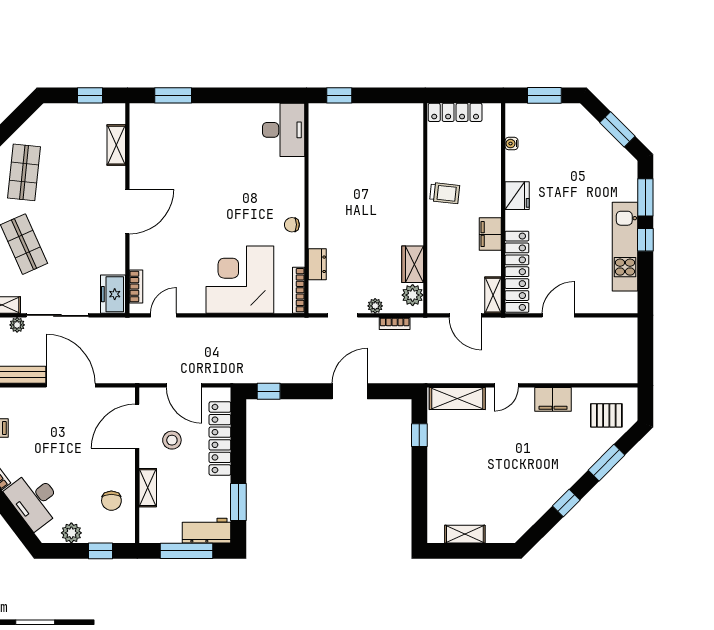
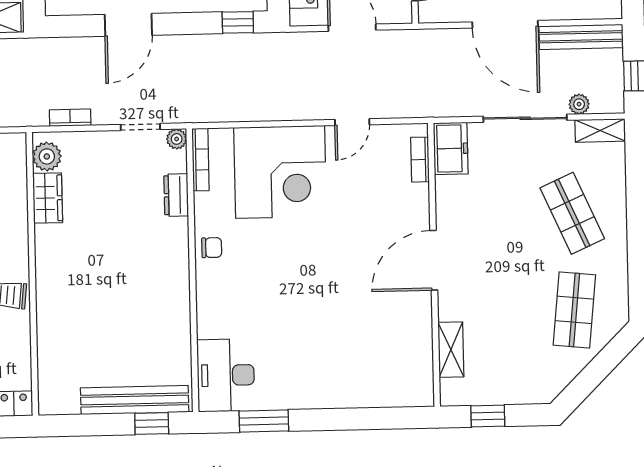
window: (173, 95) -> (264, 421), moved
bench: (352, 113) -> (135, 400), added
plant: (375, 306) -> (177, 139), moved
door: (163, 315) -> (352, 122), moved

